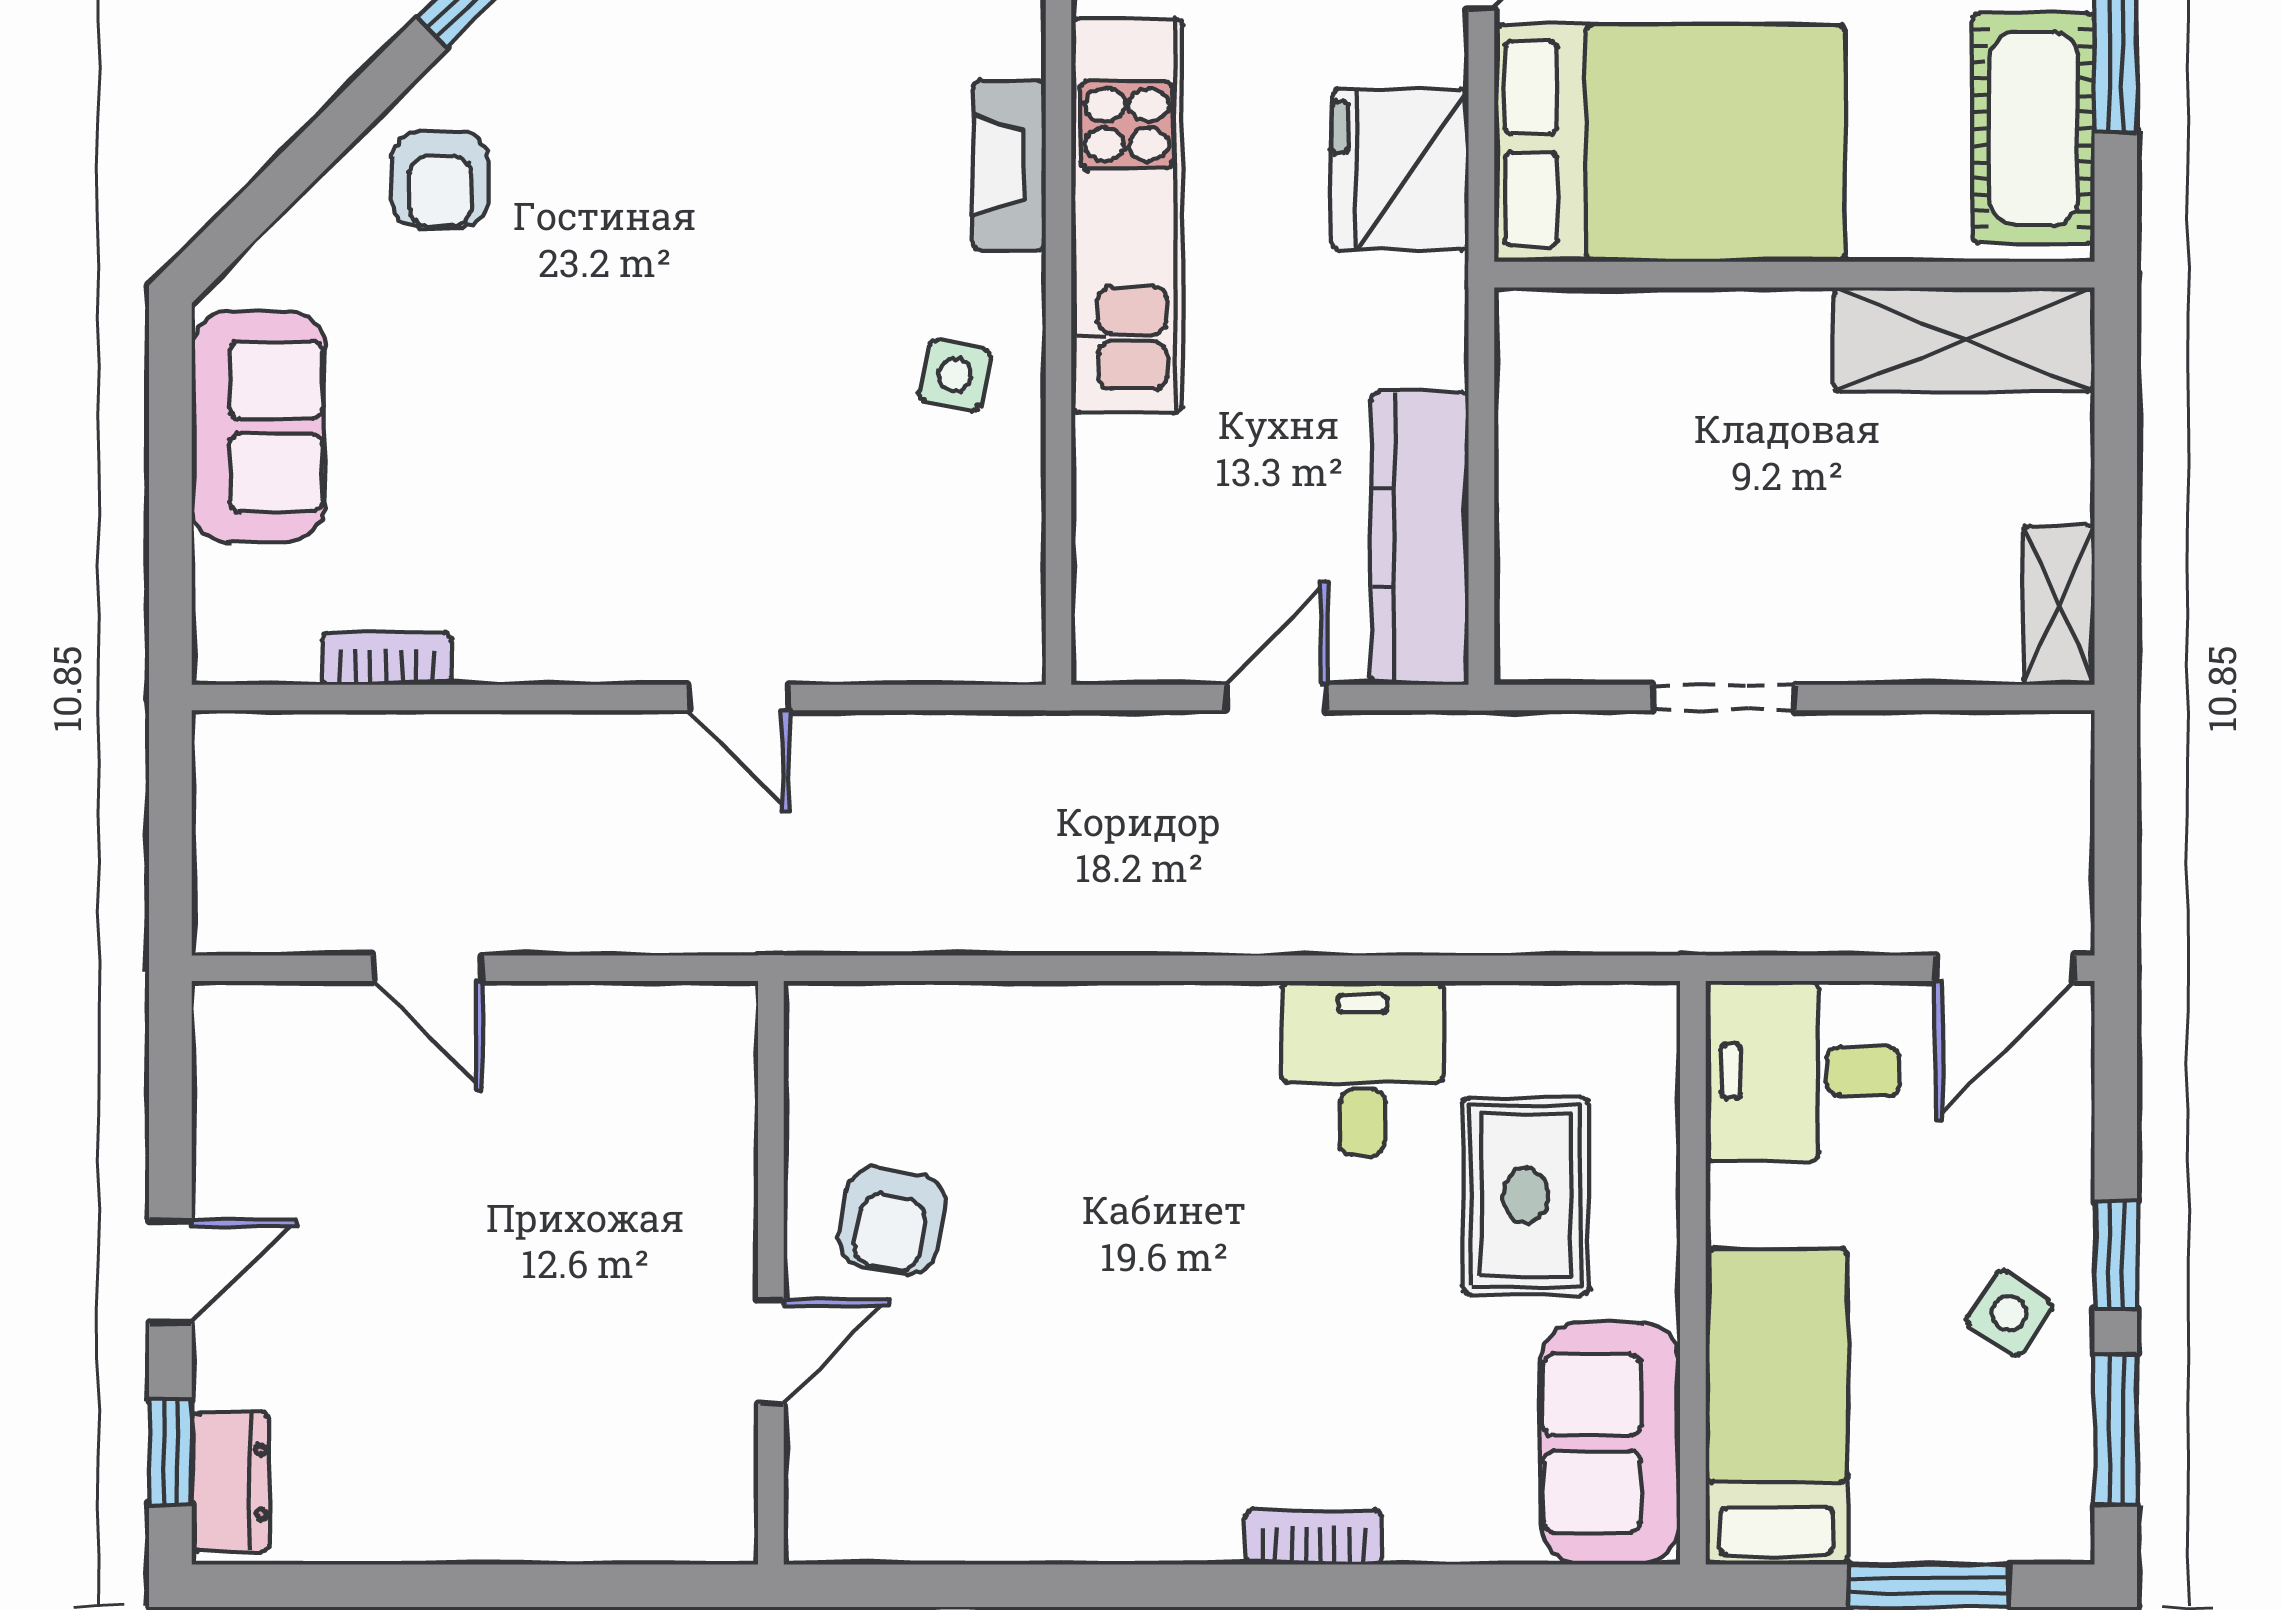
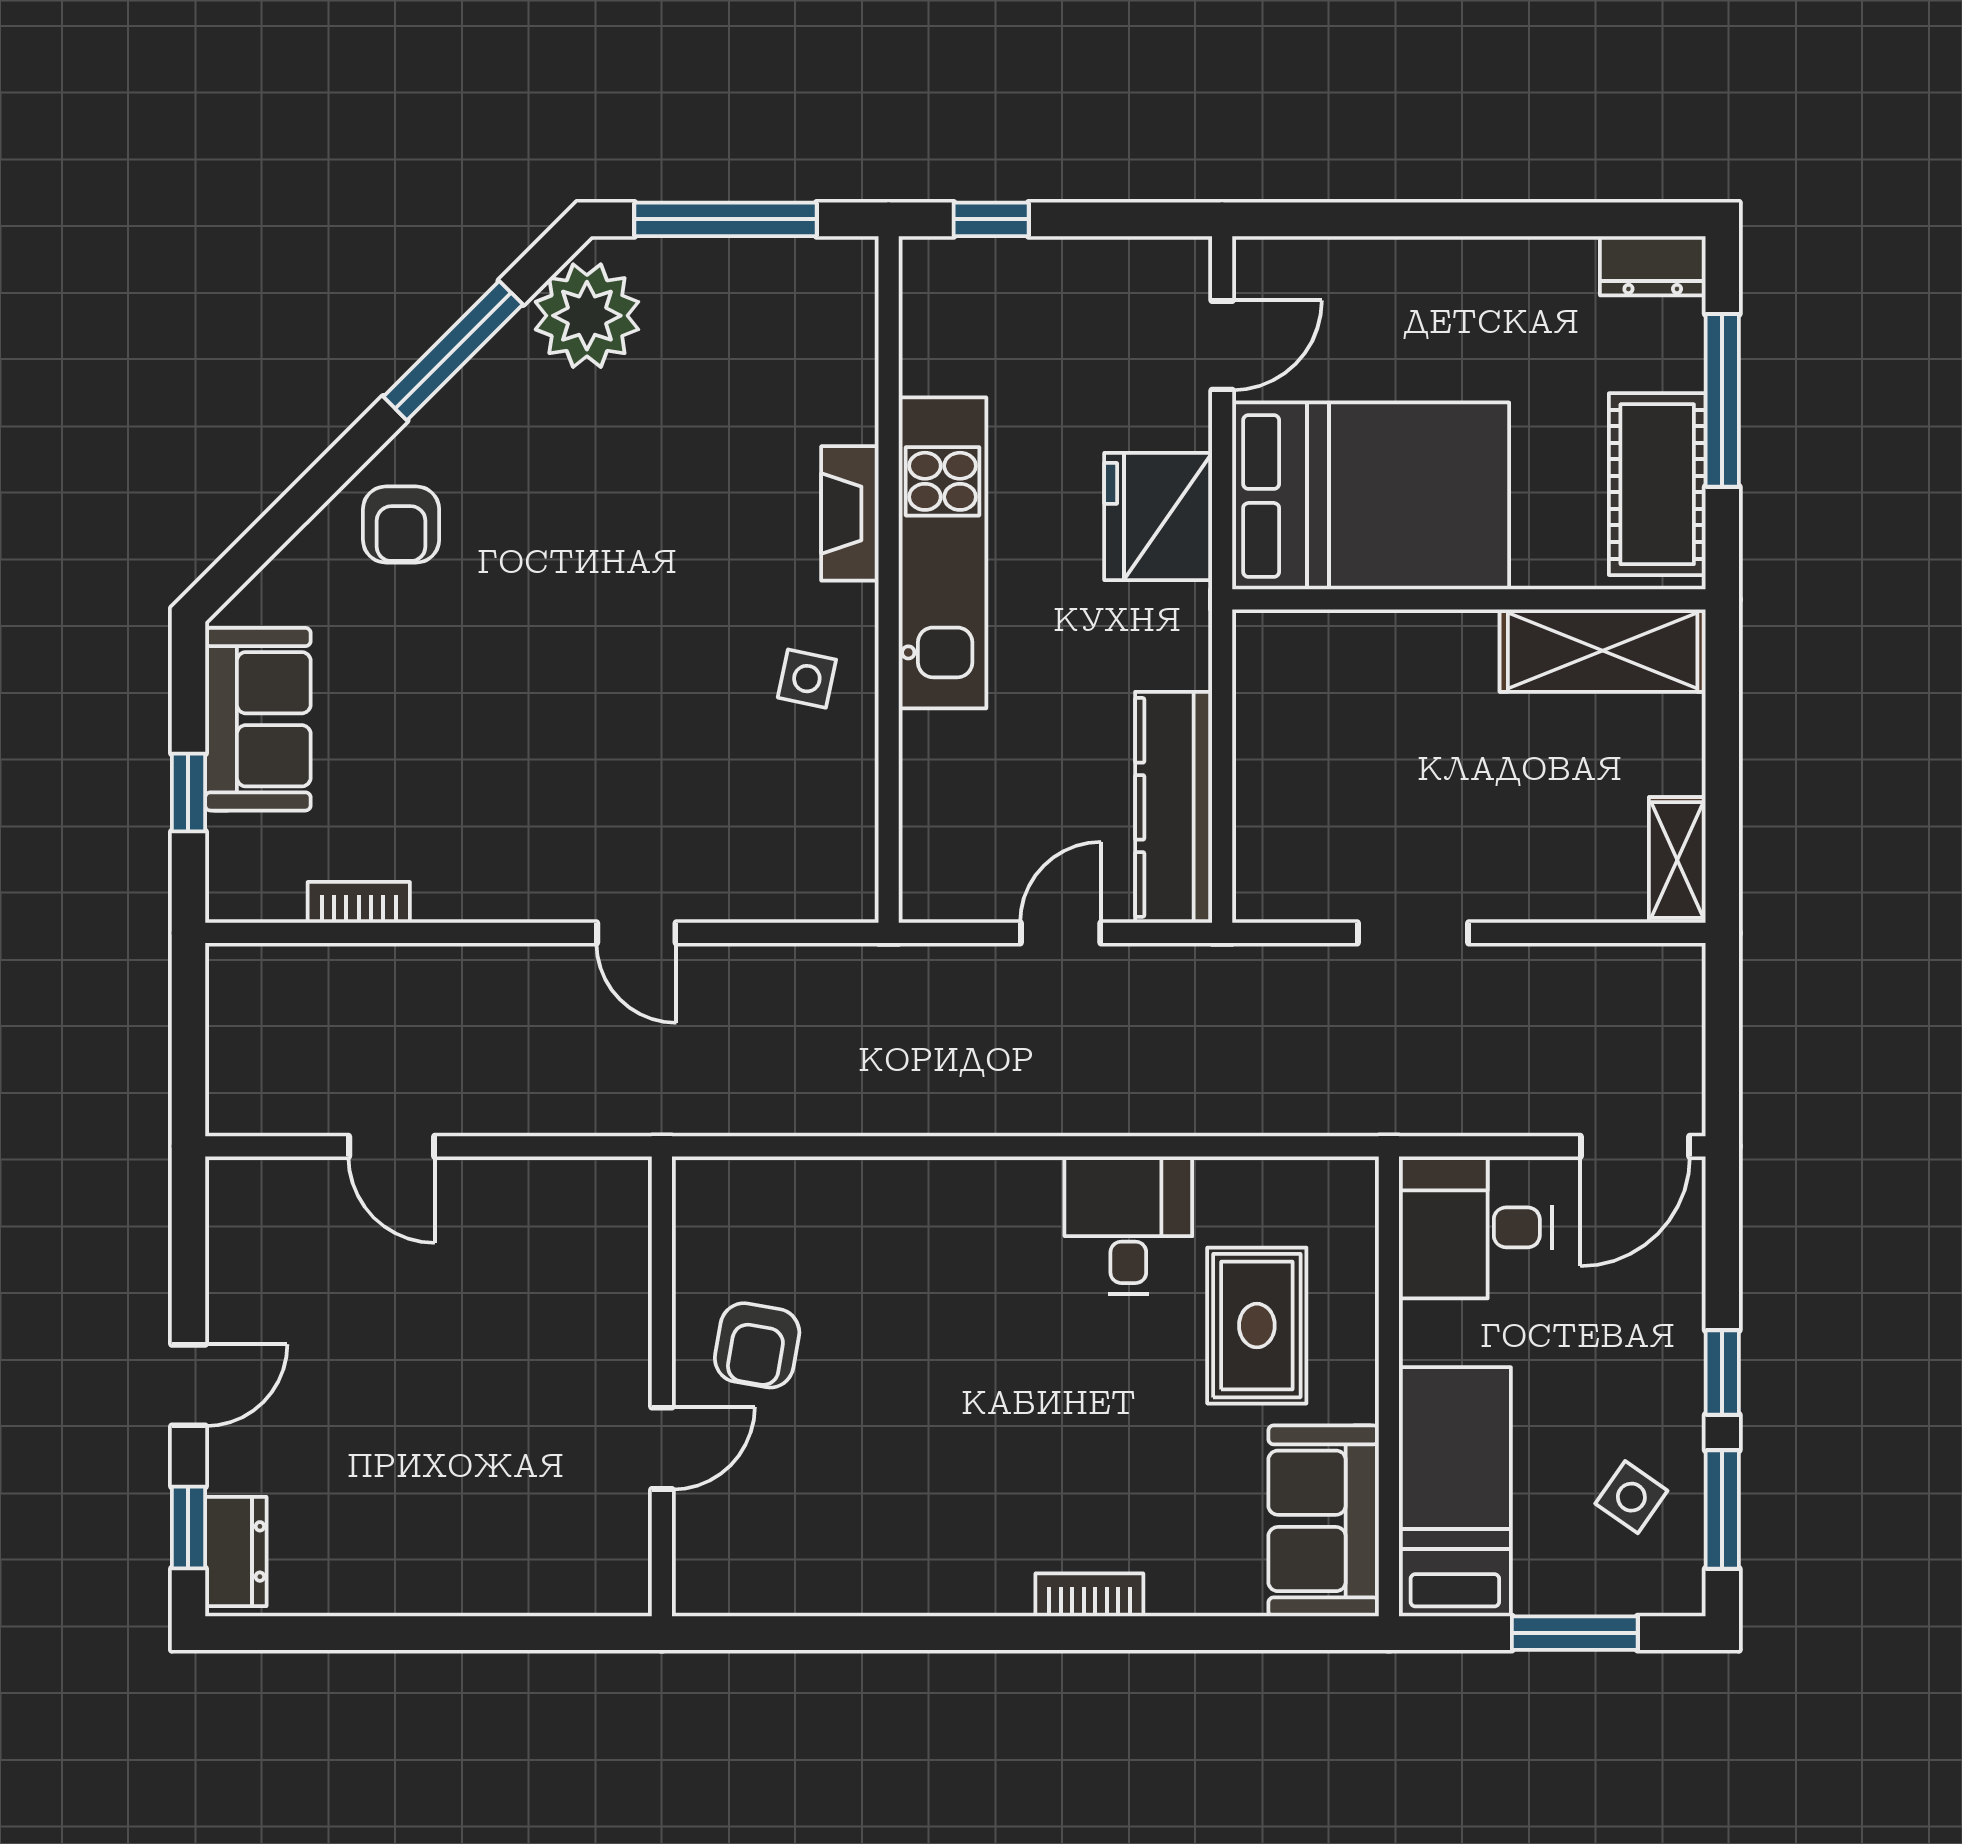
window: (170, 519) -> (188, 793), added
side table: (2009, 1313) -> (1631, 1497), moved

